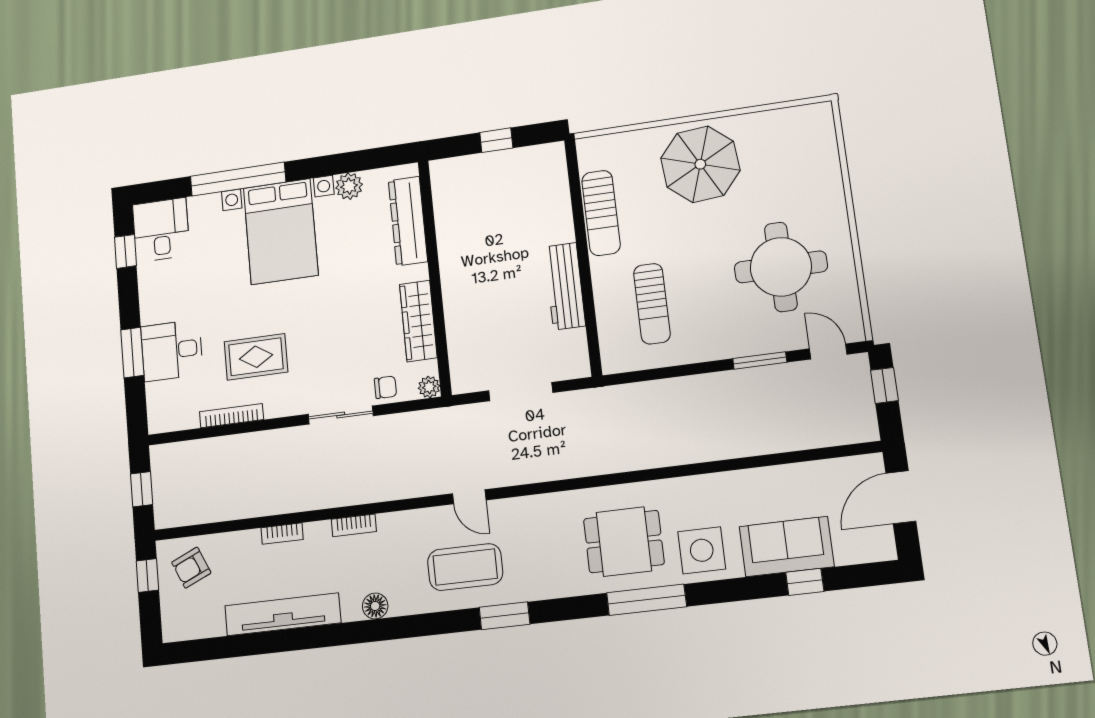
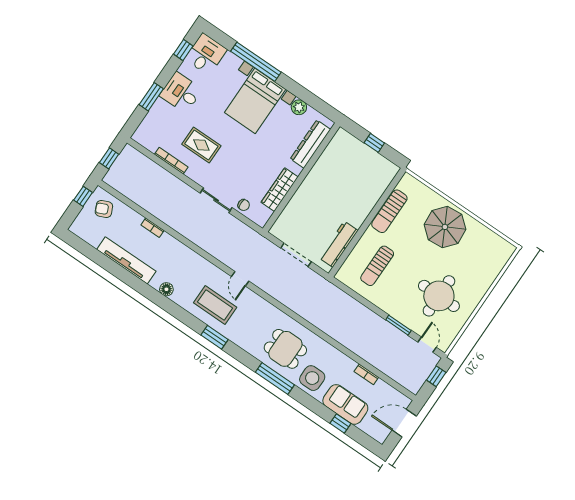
workbench: (565, 286) -> (339, 244), moved
desk: (172, 350) -> (181, 93), moved
plant: (429, 387) -> (261, 221), removed
bookcase: (354, 525) -> (366, 374), moved

